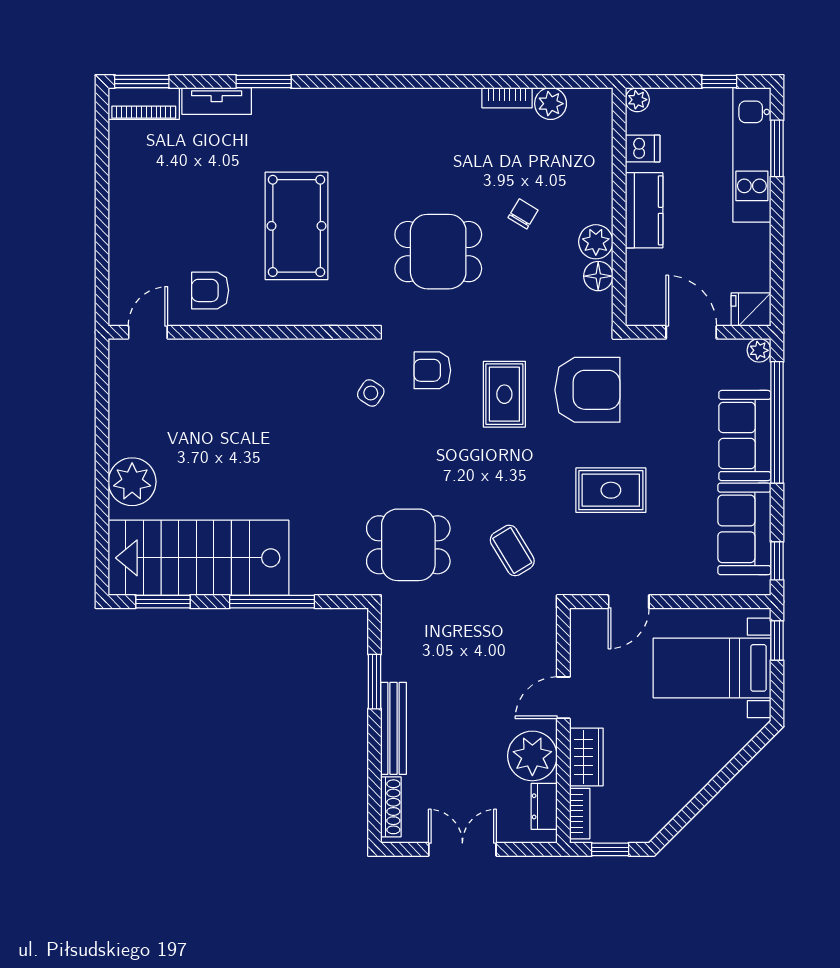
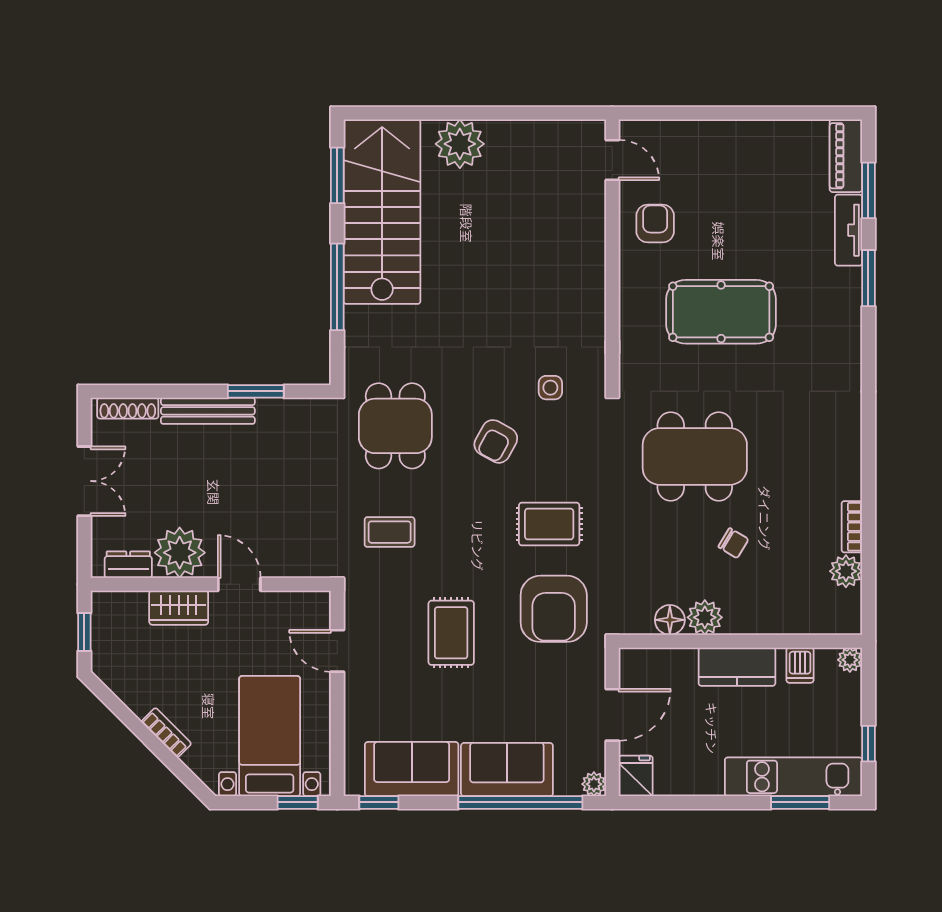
window: (142, 81) -> (868, 190), moved
dining table: (438, 252) -> (695, 456), width x1.38
armchair: (432, 370) -> (496, 441), moved, turned -151
side table: (371, 393) -> (550, 388), turned -33
coffee table: (512, 550) -> (390, 532), turned 31
bookcase: (580, 814) -> (166, 733), moved, turned -135

